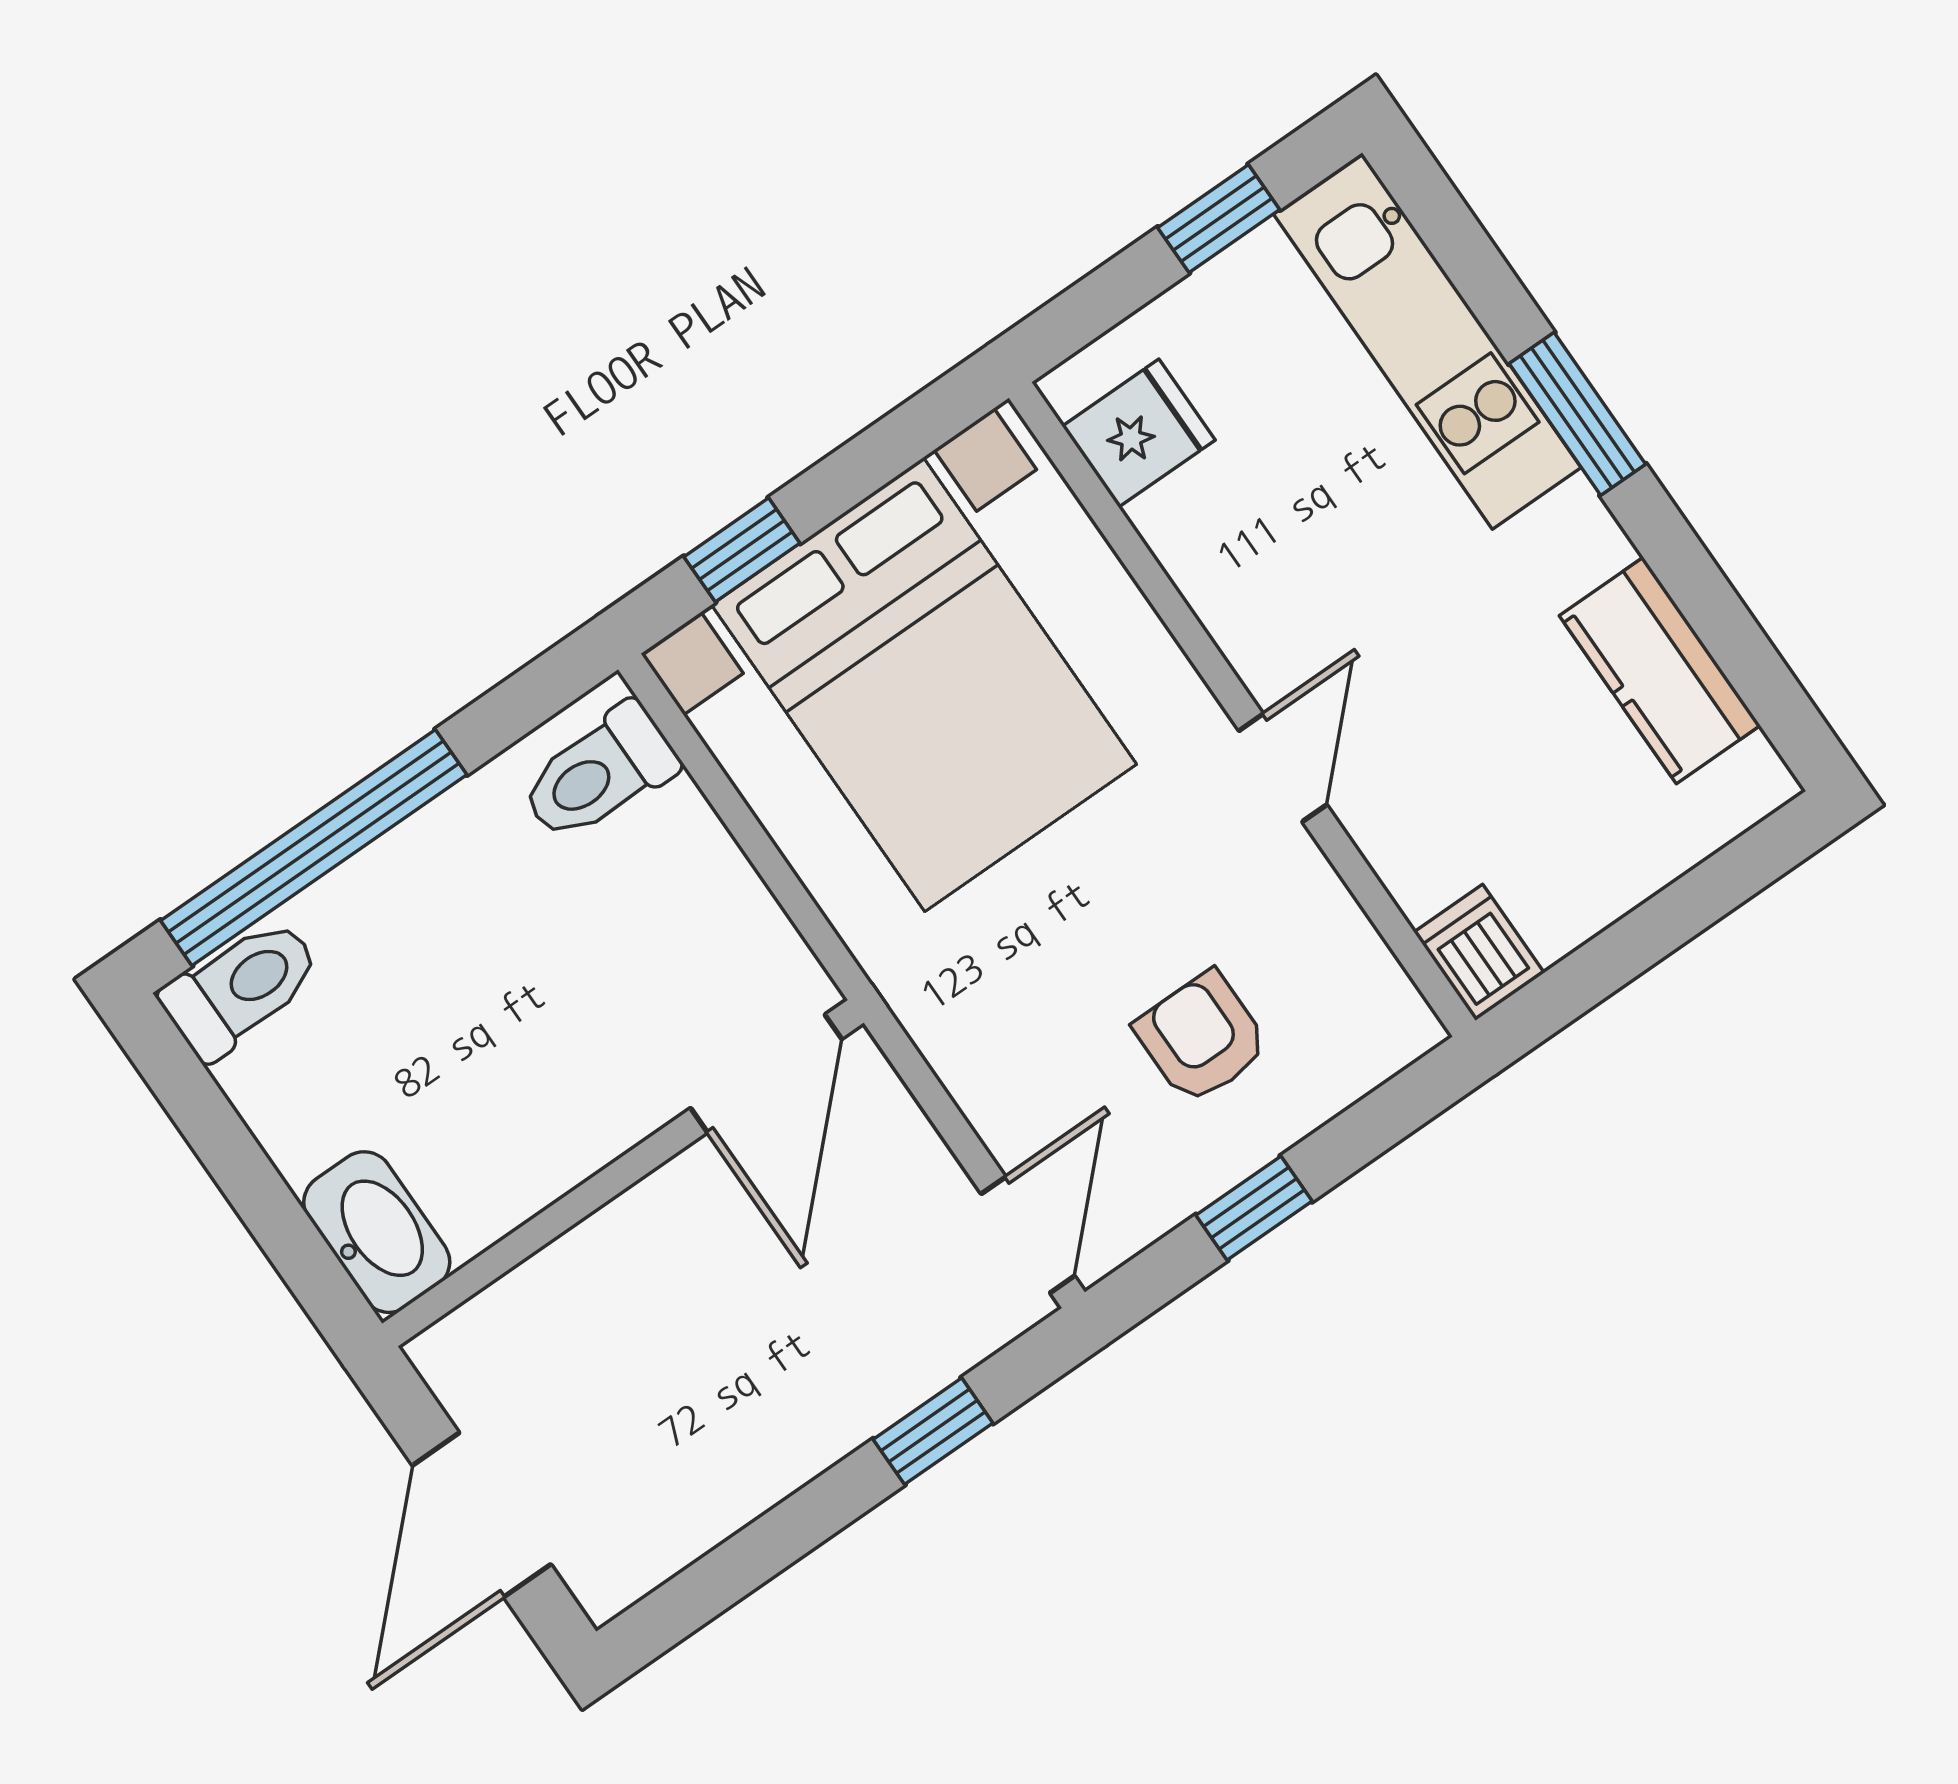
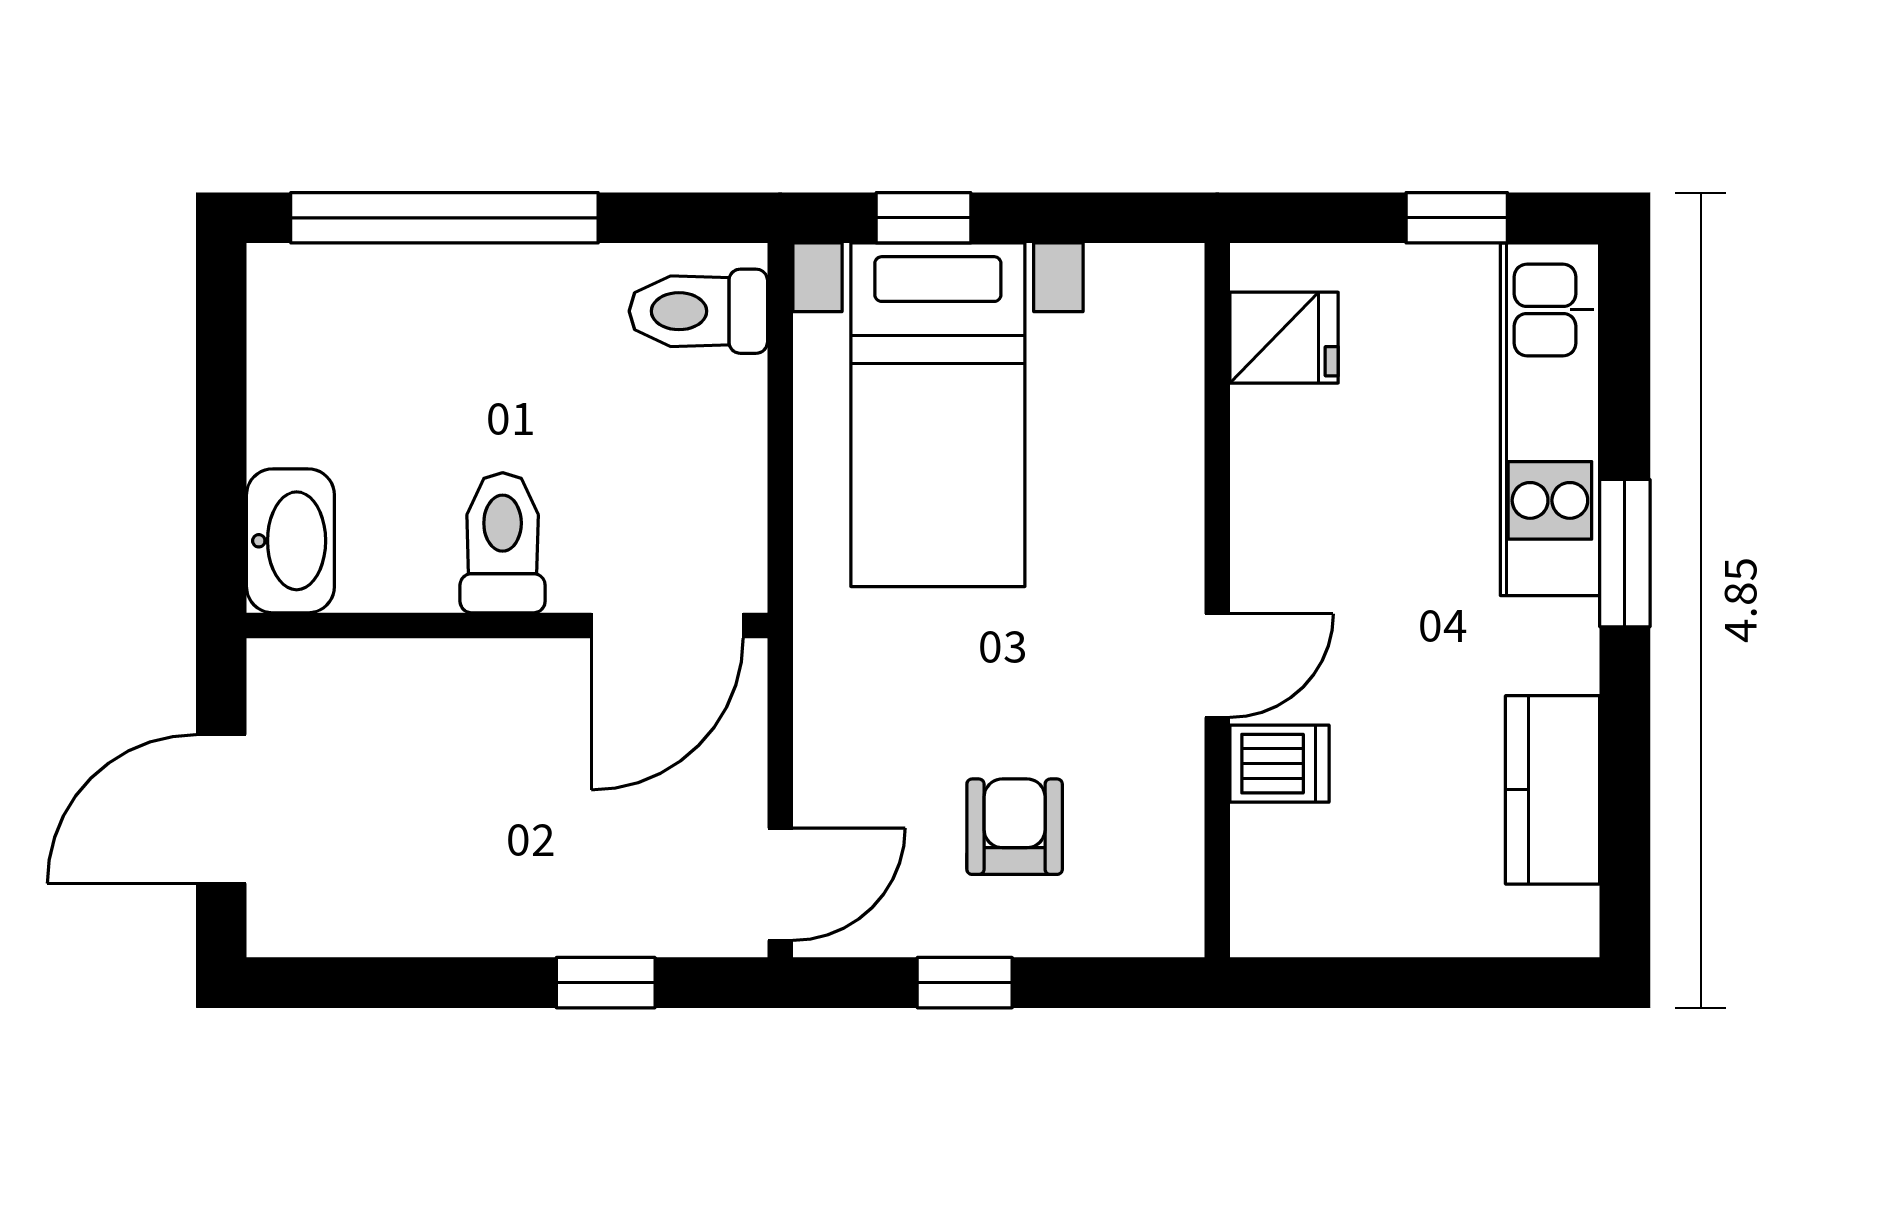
bed with nightstands: (924, 685) -> (938, 415), width x0.73
dishwasher: (1479, 953) -> (1279, 764), moved, turned 90
toilet: (241, 988) -> (503, 543), moved, turned -90

